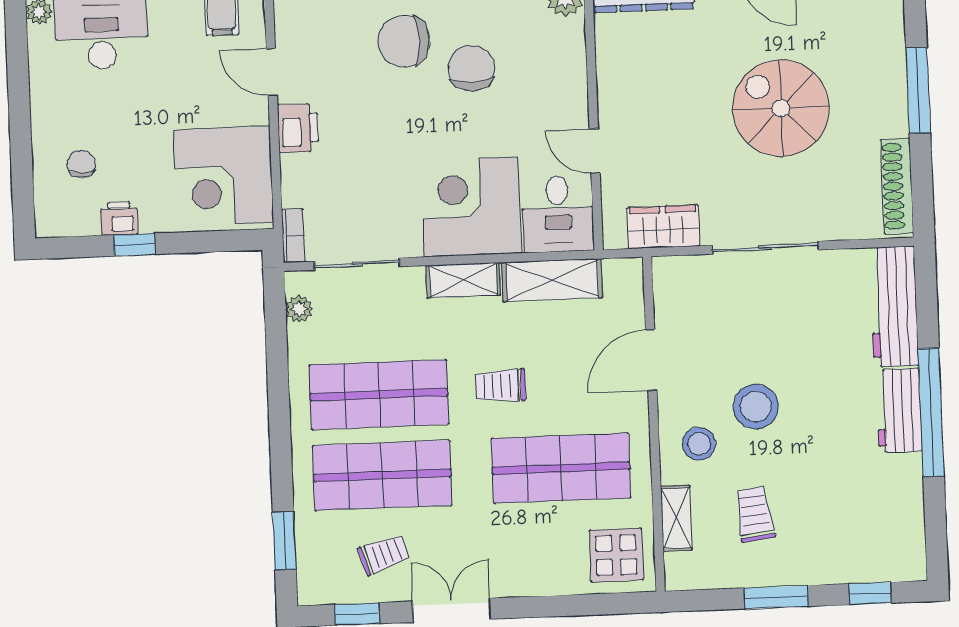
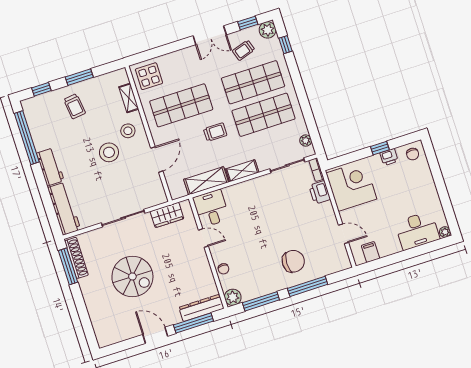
chair: (471, 68) -> (223, 269), moved, width x0.54, depth x0.54
window: (918, 90) -> (68, 266), moved
printer: (298, 128) -> (320, 192), moved
chair: (81, 164) -> (413, 154), moved
corner desk: (471, 207) -> (247, 201), removed
window: (931, 412) -> (27, 138), moved
trolley: (754, 514) -> (75, 106), moved
window: (284, 541) -> (286, 45), width x0.67
plant: (316, 586) -> (268, 30), added

